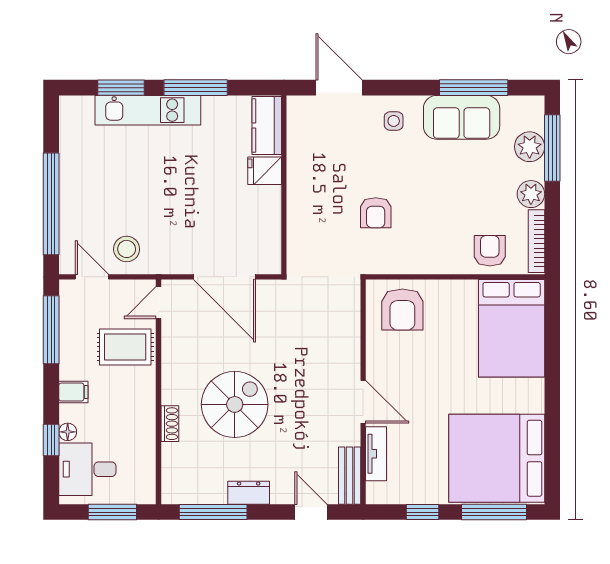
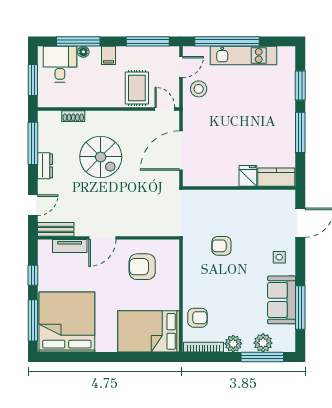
kitchen unit: (148, 110) -> (243, 56), moved, turned -90
armchair: (402, 310) -> (142, 267), moved
shoe rack: (170, 424) -> (73, 116), moved
window: (51, 440) -> (78, 41), width x2.17

